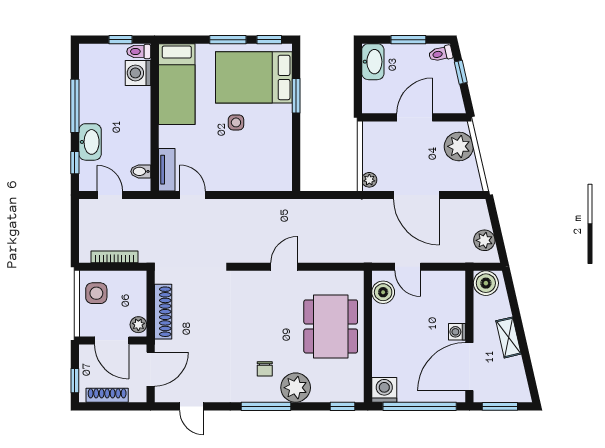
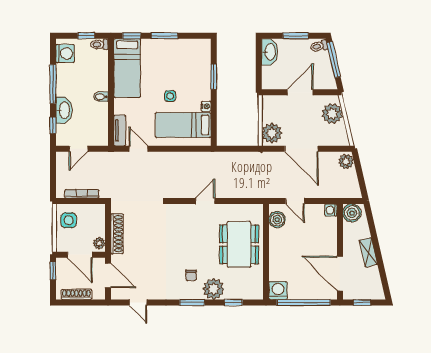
window: (269, 40) -> (132, 36), moved
window: (461, 72) -> (334, 60), width x2.17
washing machine: (138, 73) -> (65, 53), moved, turned 180
bed: (254, 77) -> (183, 125), moved, width x0.67
nightstand: (285, 136) -> (206, 106), added
bidet: (141, 171) -> (101, 97), moved
plant: (369, 180) -> (272, 133), width x1.88, depth x1.88
door: (110, 195) -> (78, 149), swing flipped
plant: (484, 240) -> (346, 161), moved
washing machine: (457, 332) -> (331, 210), moved
door: (469, 367) -> (340, 274), hinge flipped
door: (151, 369) -> (108, 276), hinge flipped
window: (75, 381) -> (53, 271), moved
window: (266, 406) -> (192, 302), width x0.69
window: (343, 406) -> (233, 302), moved
window: (500, 406) -> (362, 302), width x0.67

